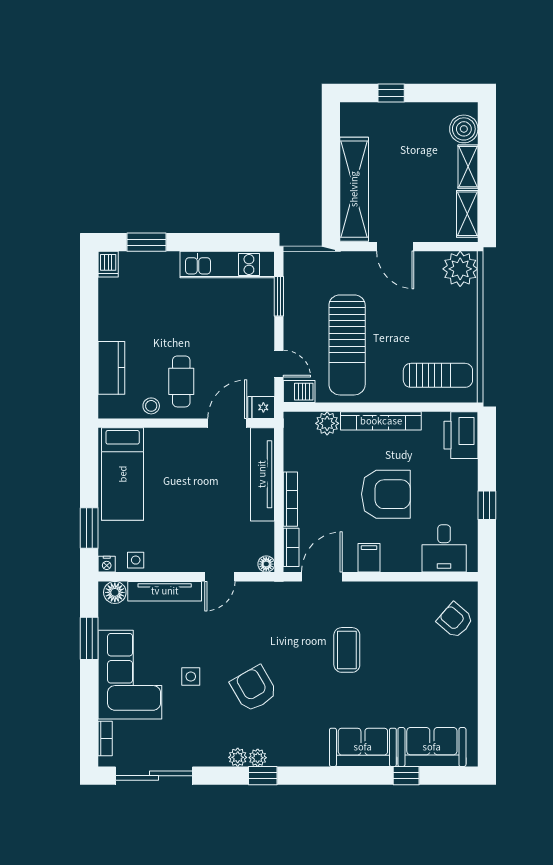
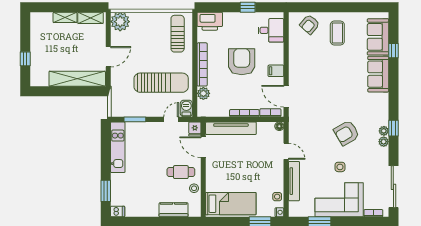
boiler: (464, 129) -> (45, 20), removed
floor lamp: (115, 592) -> (295, 208), removed
coffee table: (347, 650) -> (337, 33), moved, turned 90

